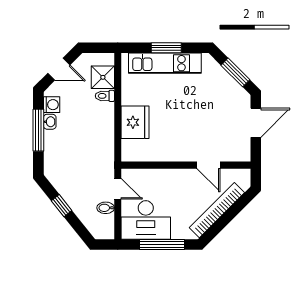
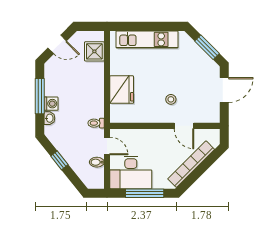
window: (166, 48) -> (148, 26), removed
toilet: (105, 96) -> (96, 123), moved
washing machine: (52, 105) -> (51, 104), moved
washbasin: (50, 122) -> (49, 118), moved
stool: (193, 134) -> (171, 99), added

